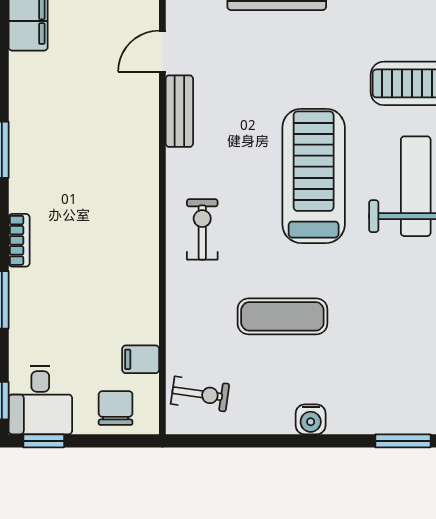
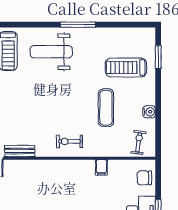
treadmill: (314, 176) -> (126, 68), moved, width x0.73, depth x0.73
filing cabinet: (141, 359) -> (101, 167), moved
water cooler: (311, 419) -> (149, 112), moved

